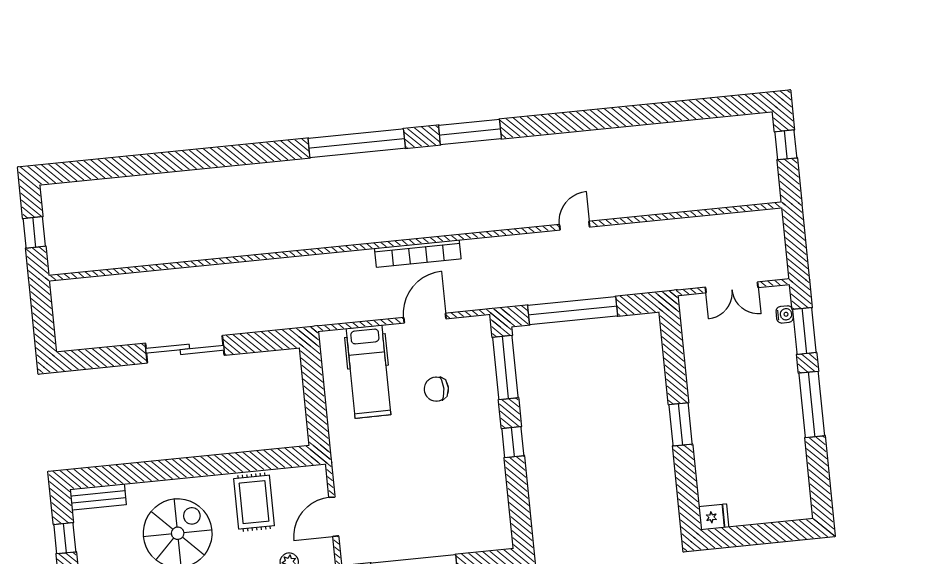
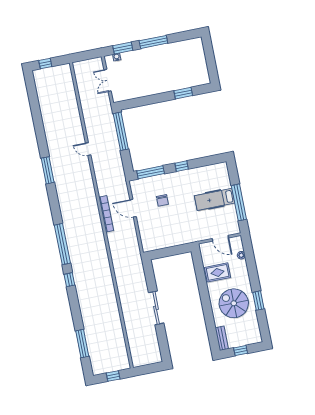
window: (470, 132) -> (48, 170), moved
window: (271, 152) -> (69, 280), added
window: (118, 167) -> (82, 344), added
double door: (732, 287) -> (108, 80), swing flipped
window: (573, 311) -> (121, 131), moved
hospital bed: (368, 372) -> (215, 199), moved, turned 180
window: (681, 424) -> (183, 93), moved
fridge: (714, 517) -> (205, 79), removed

